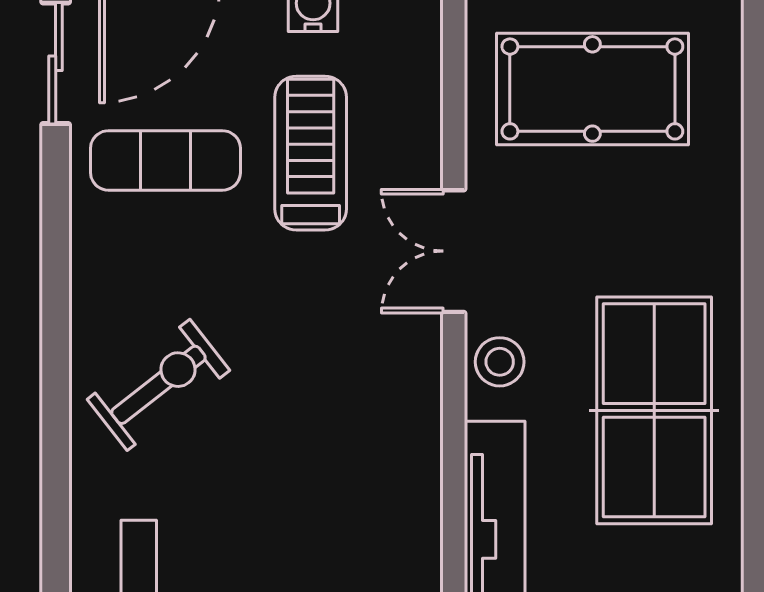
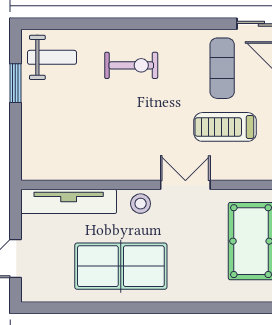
treadmill: (311, 153) -> (225, 127), turned 180
exercise bike: (158, 385) -> (131, 65), turned -52

